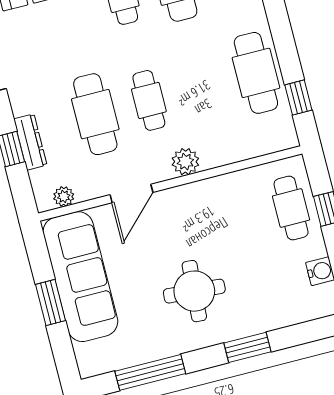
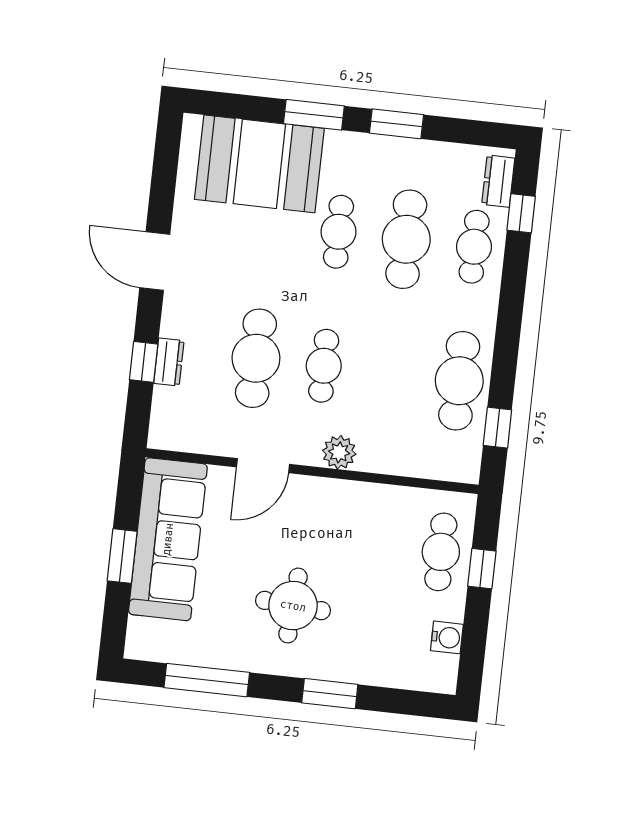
dresser: (30, 142) -> (169, 362), width x0.70
plant: (64, 196) -> (184, 439), removed

